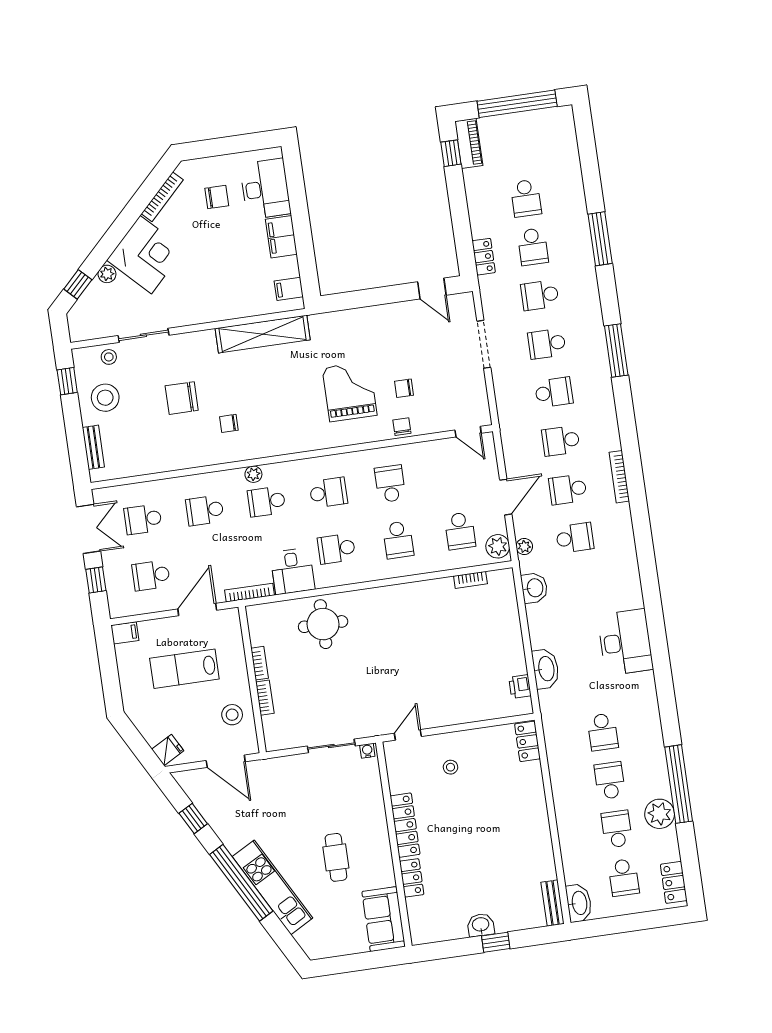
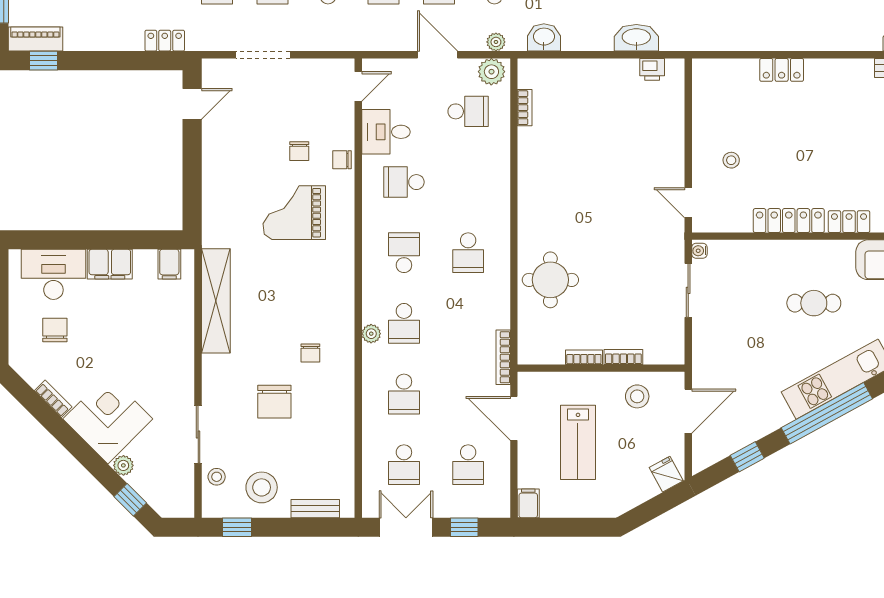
bookcase: (162, 197) -> (53, 399), width x0.64
school desk: (398, 540) -> (468, 182), removed
desk: (292, 571) -> (386, 132), moved, turned 180
locker: (527, 741) -> (782, 70), moved

